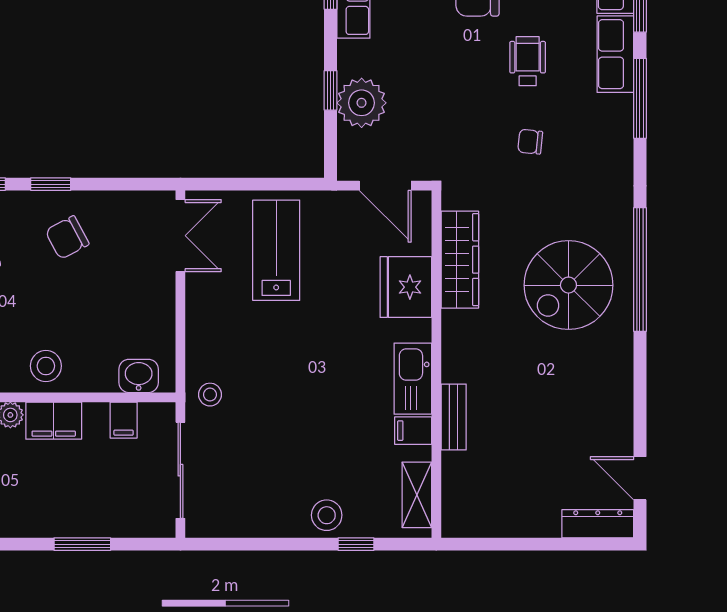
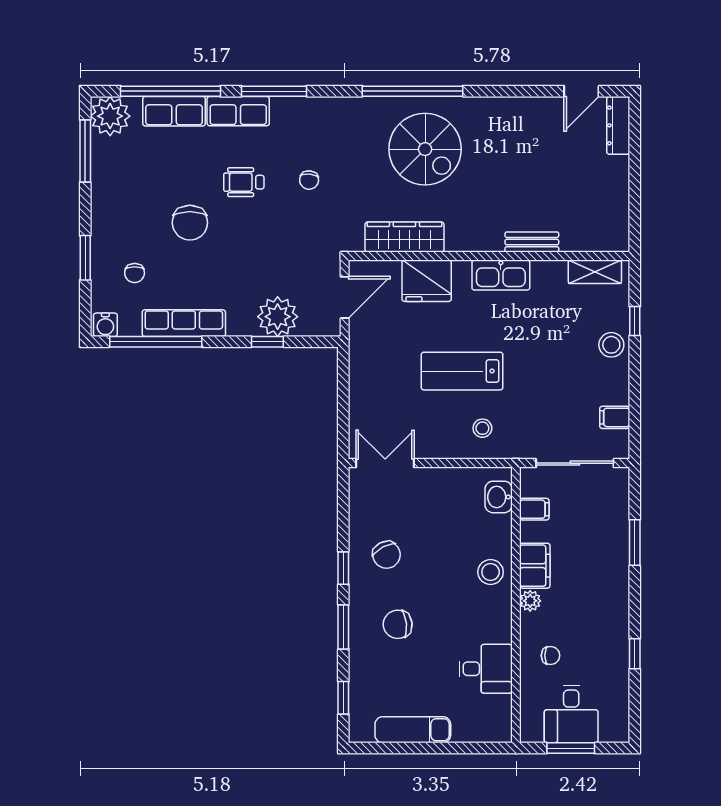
lab bench: (276, 250) -> (462, 371), moved
stool: (210, 395) -> (482, 428), moved
filing cabinet: (413, 431) -> (615, 417), moved, turned 90

